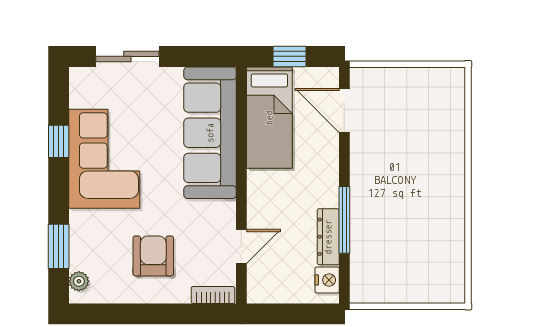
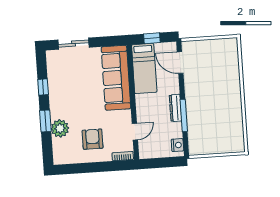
corner sofa: (104, 159) -> (66, 94), removed
dresser: (328, 237) -> (175, 108), moved
window: (59, 246) -> (45, 121), moved
plant: (79, 281) -> (60, 128), moved, width x1.87, depth x1.87

